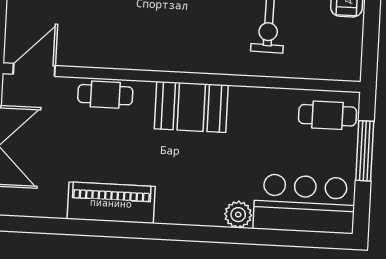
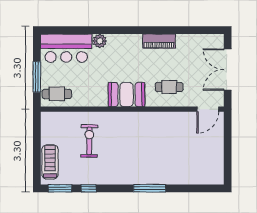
cafe table: (105, 95) -> (169, 87), moved
piano: (111, 203) -> (159, 41), width x0.73, depth x0.75

